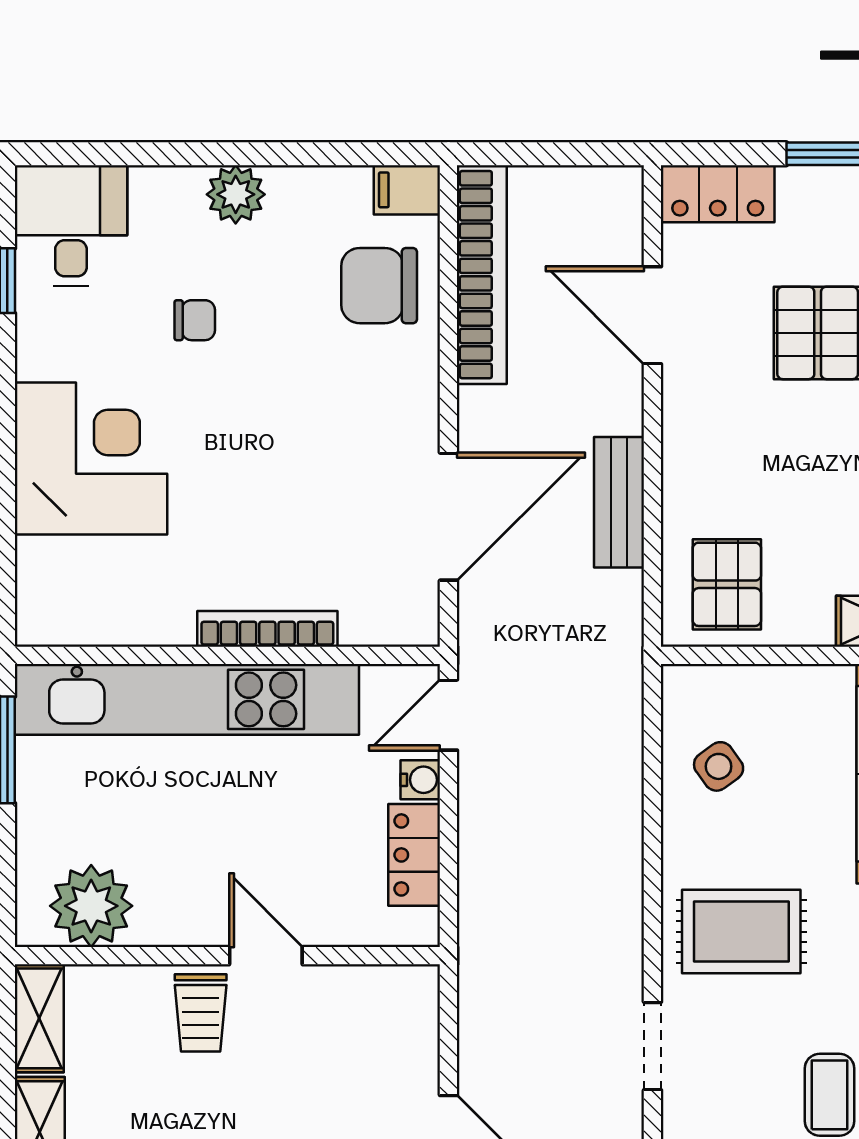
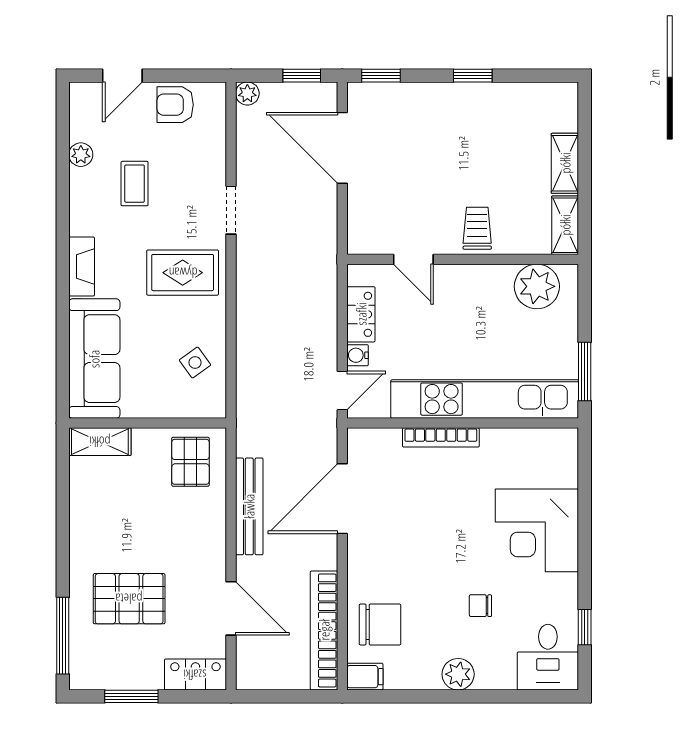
bench: (619, 502) -> (249, 506), width x1.36
door: (266, 956) -> (413, 259), moved

